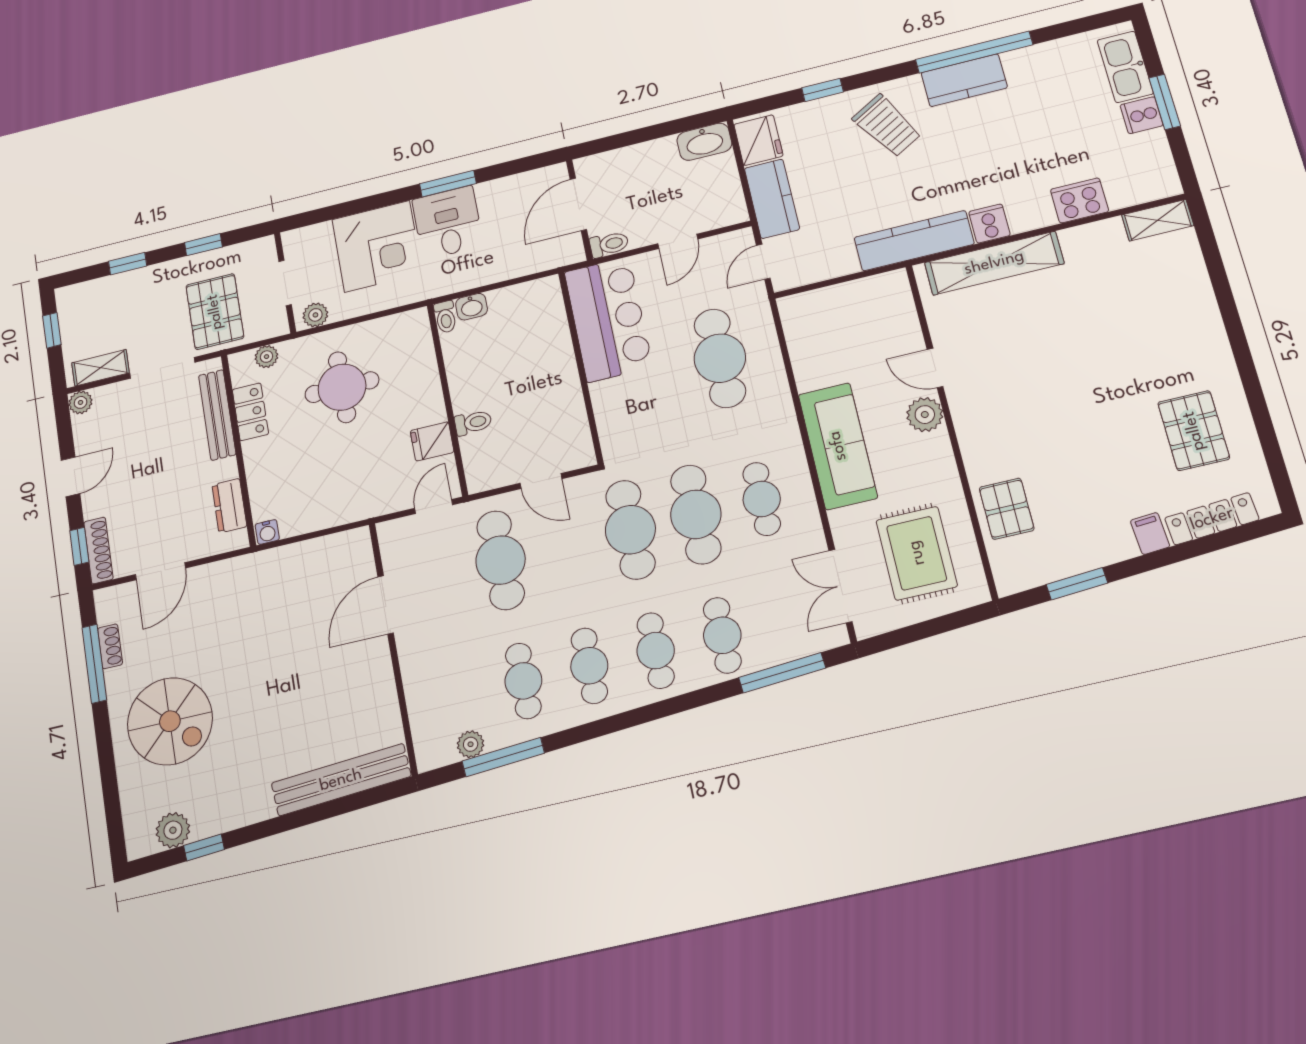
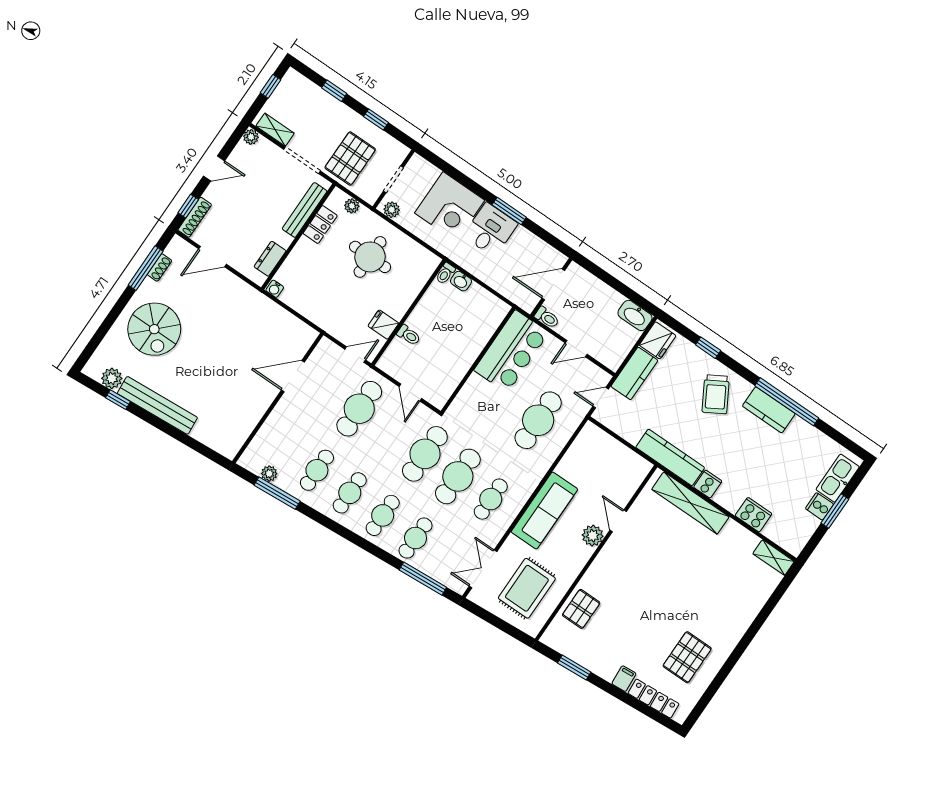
bench: (341, 780) -> (157, 405), moved

